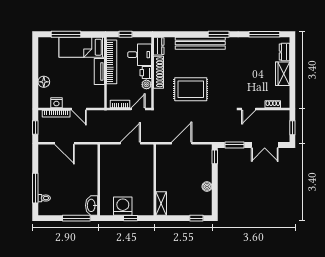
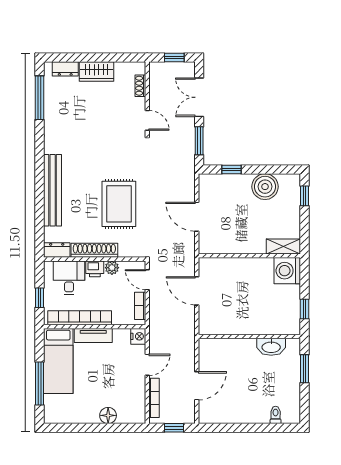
window: (219, 34) -> (39, 164), removed
nightstand: (56, 103) -> (138, 336), moved
double door: (265, 145) -> (199, 97), swing flipped
window: (215, 157) -> (232, 169), moved
boiler: (207, 187) -> (265, 187), width x1.86, depth x1.86
window: (35, 188) -> (261, 428), removed
washbasin: (92, 205) -> (271, 347), moved
washing machine: (123, 206) -> (287, 271), moved
window: (76, 218) -> (304, 369), width x0.69
window: (131, 218) -> (304, 309), moved

